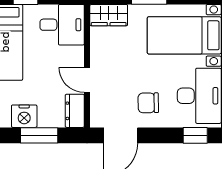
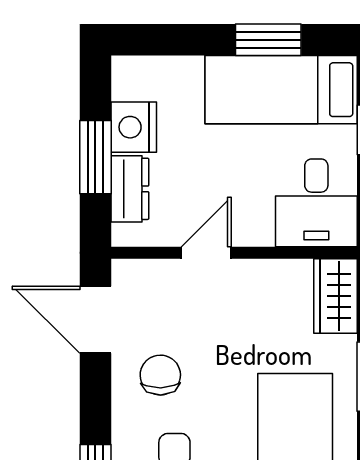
dresser: (75, 111) -> (130, 189), moved, turned 90

